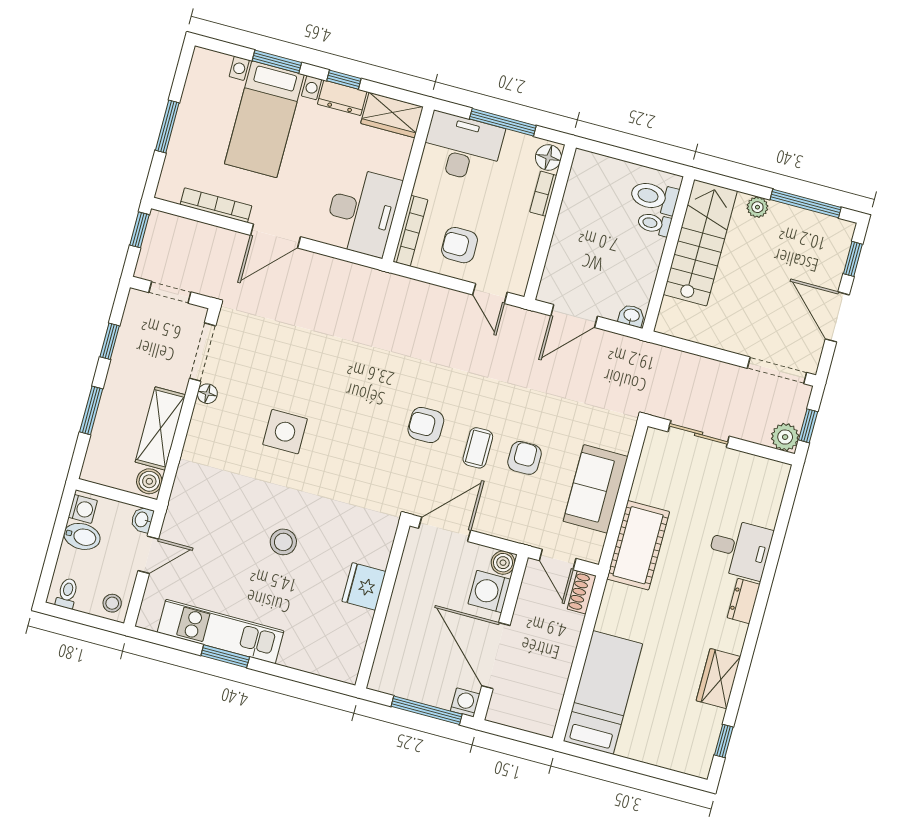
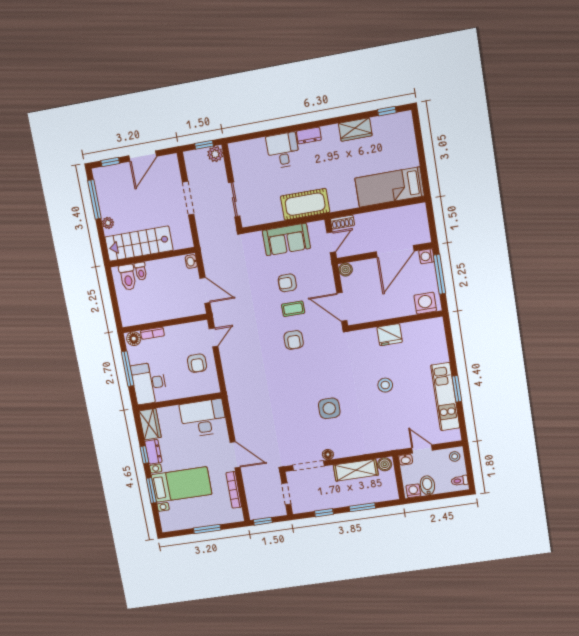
bookcase: (410, 231) -> (201, 390), removed
doorway: (777, 370) -> (188, 198), moved
washing machine: (489, 592) -> (425, 303), moved, turned 180

